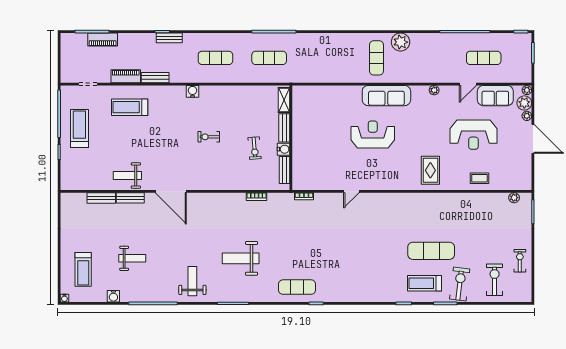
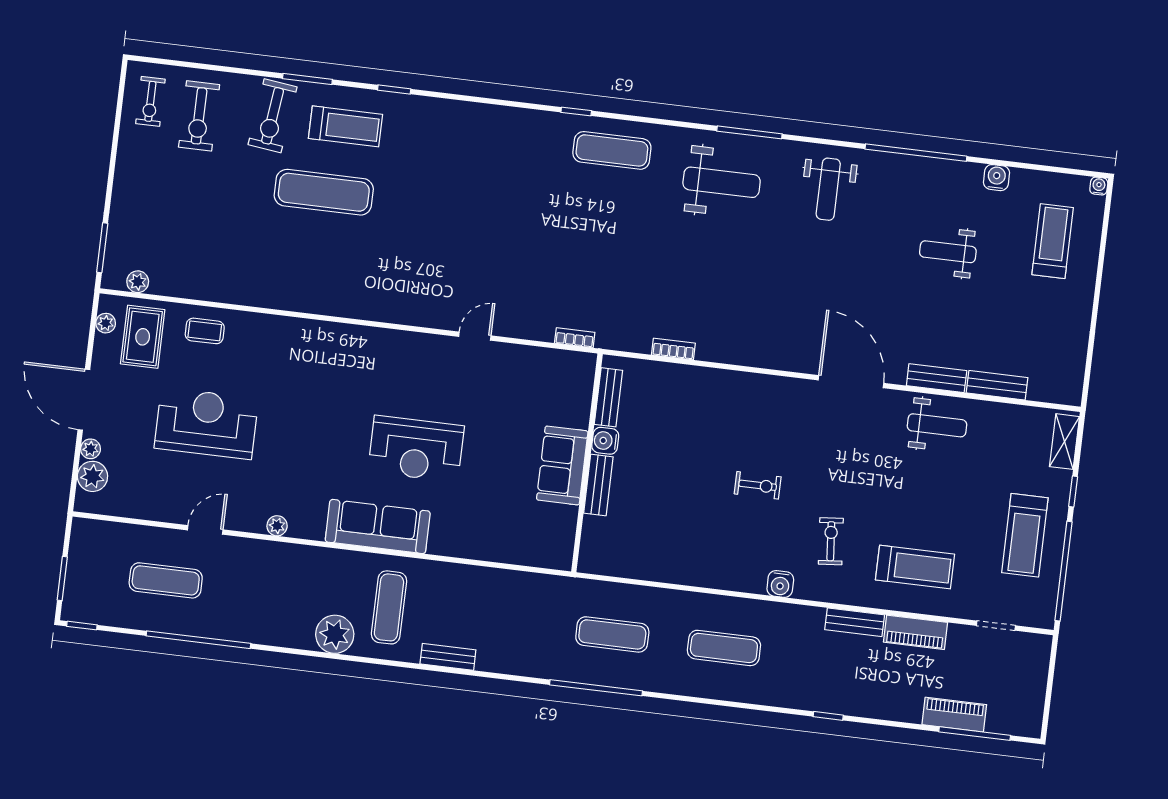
bench: (169, 38) -> (448, 657), moved
plant: (527, 90) -> (106, 323), moved
sofa: (495, 96) -> (562, 465), moved, turned -90
shelving: (284, 100) -> (1064, 442), moved
exercise bike: (255, 148) -> (831, 541), moved
rug: (430, 170) -> (143, 337), moved
weight bench: (241, 258) -> (722, 182), moved
exercise bike: (520, 261) -> (150, 101), moved

